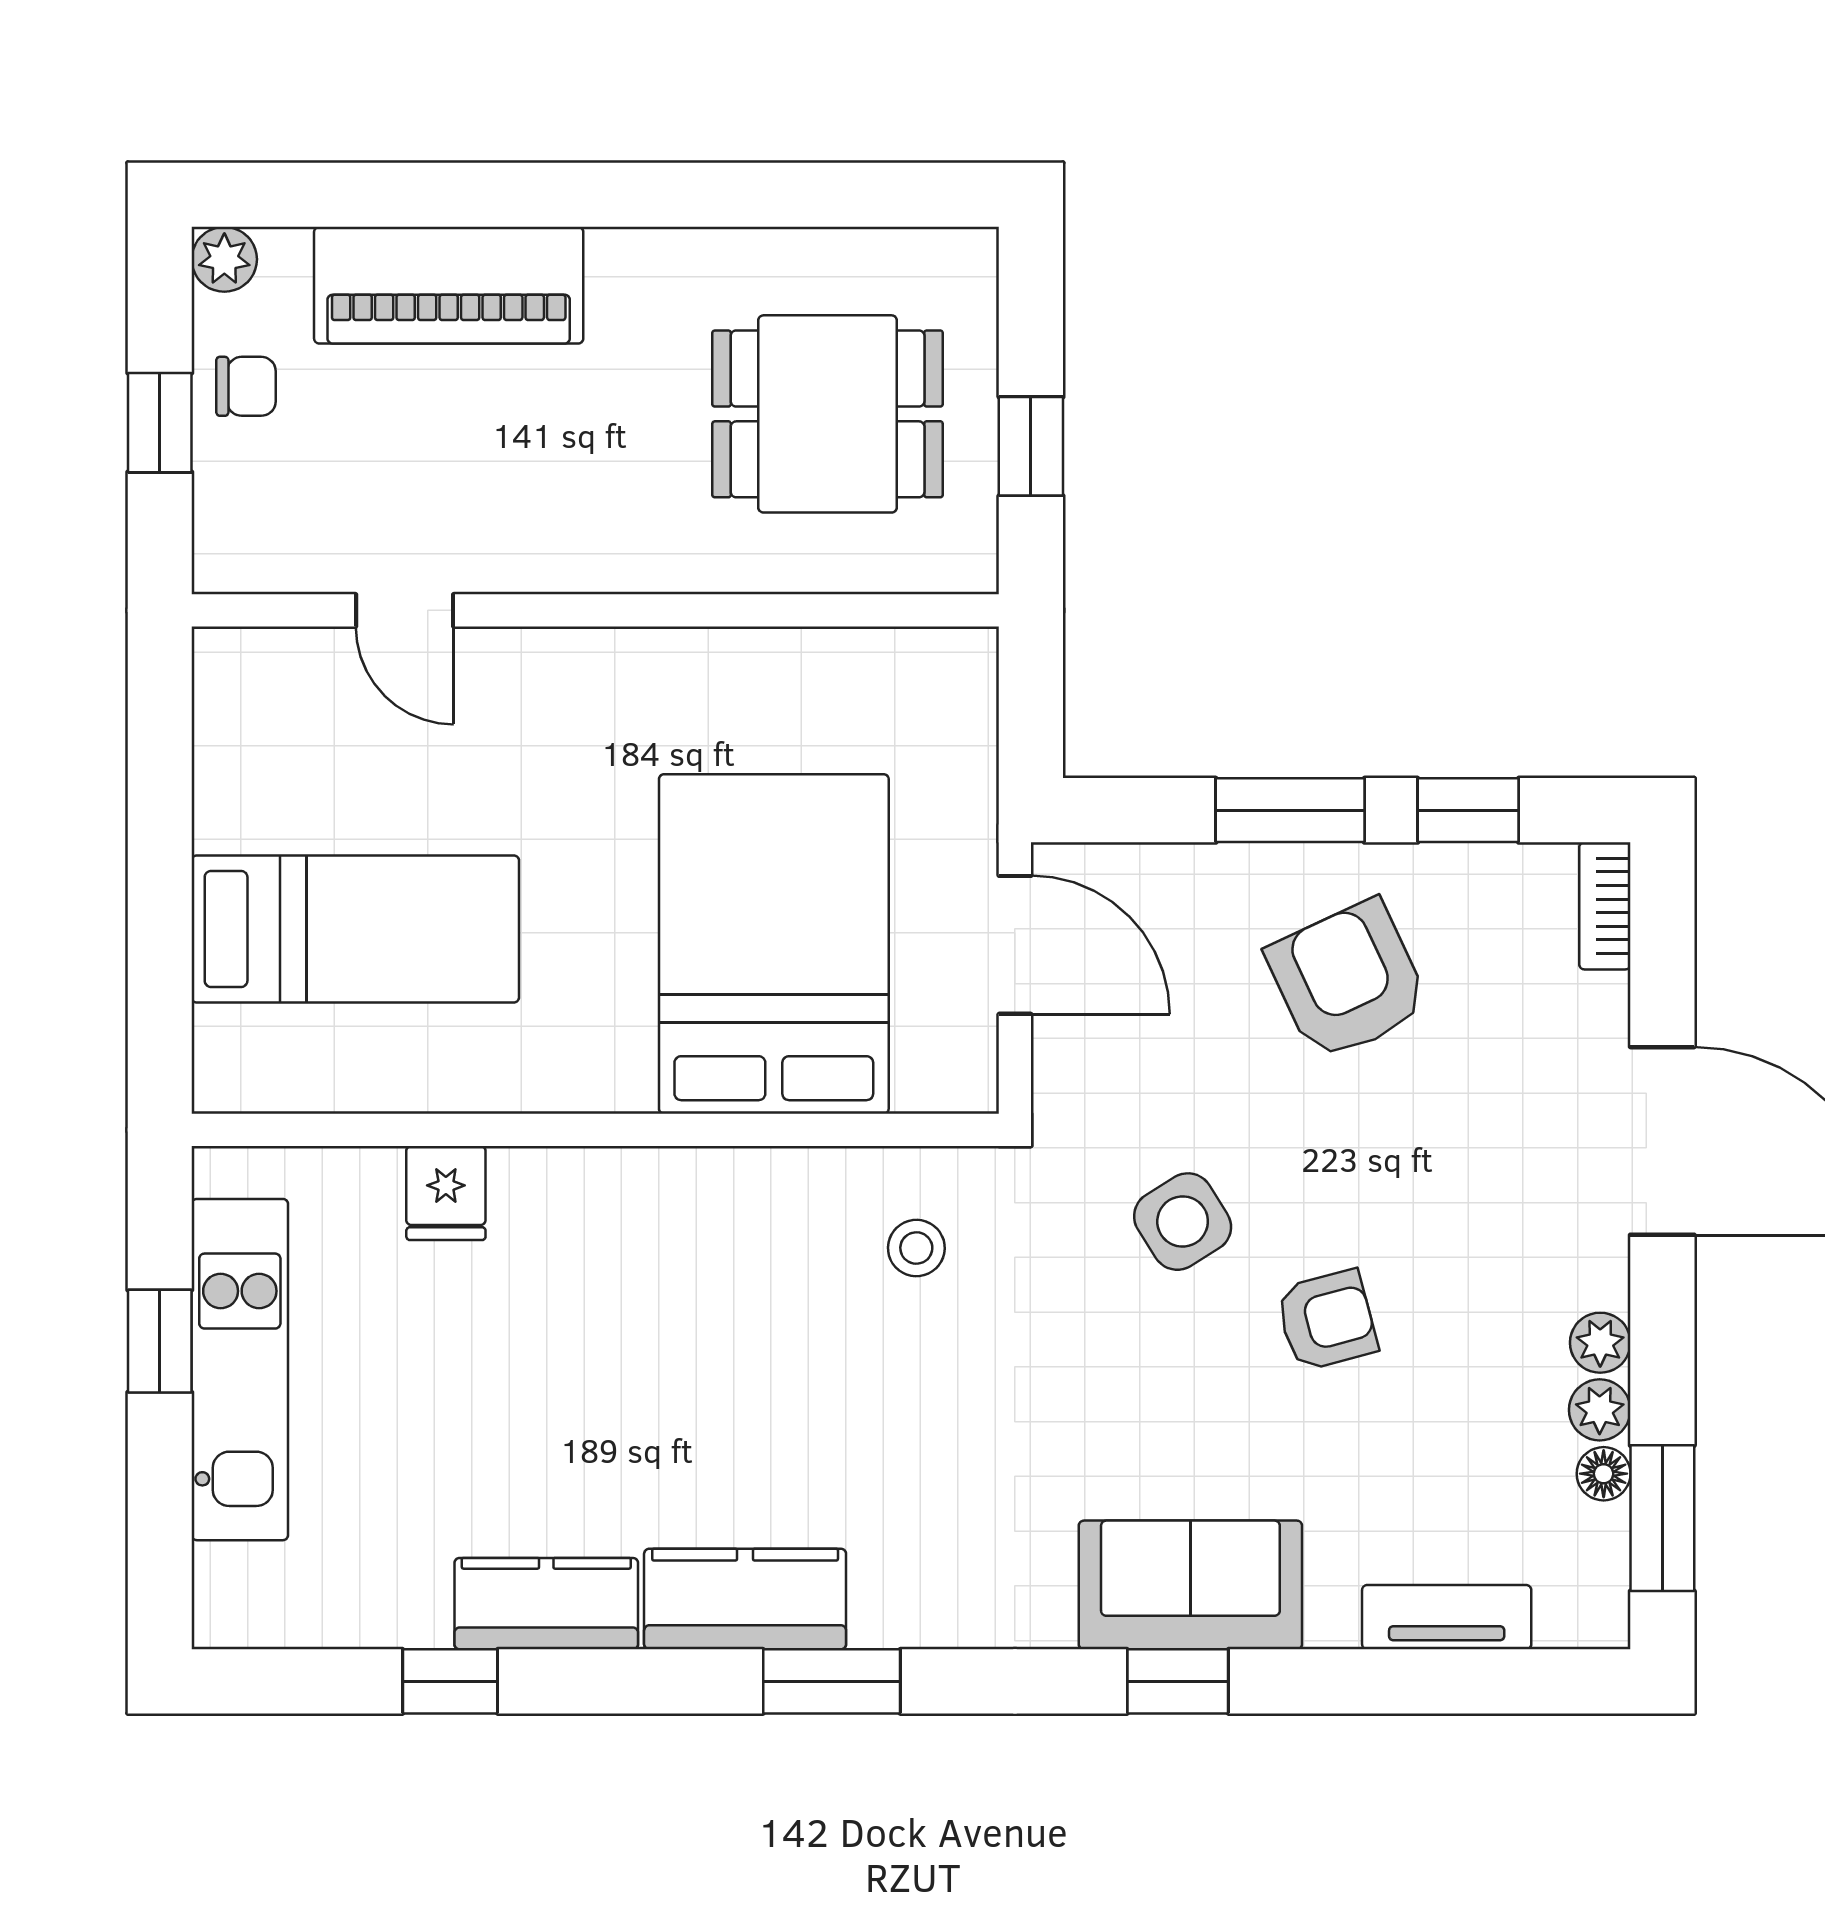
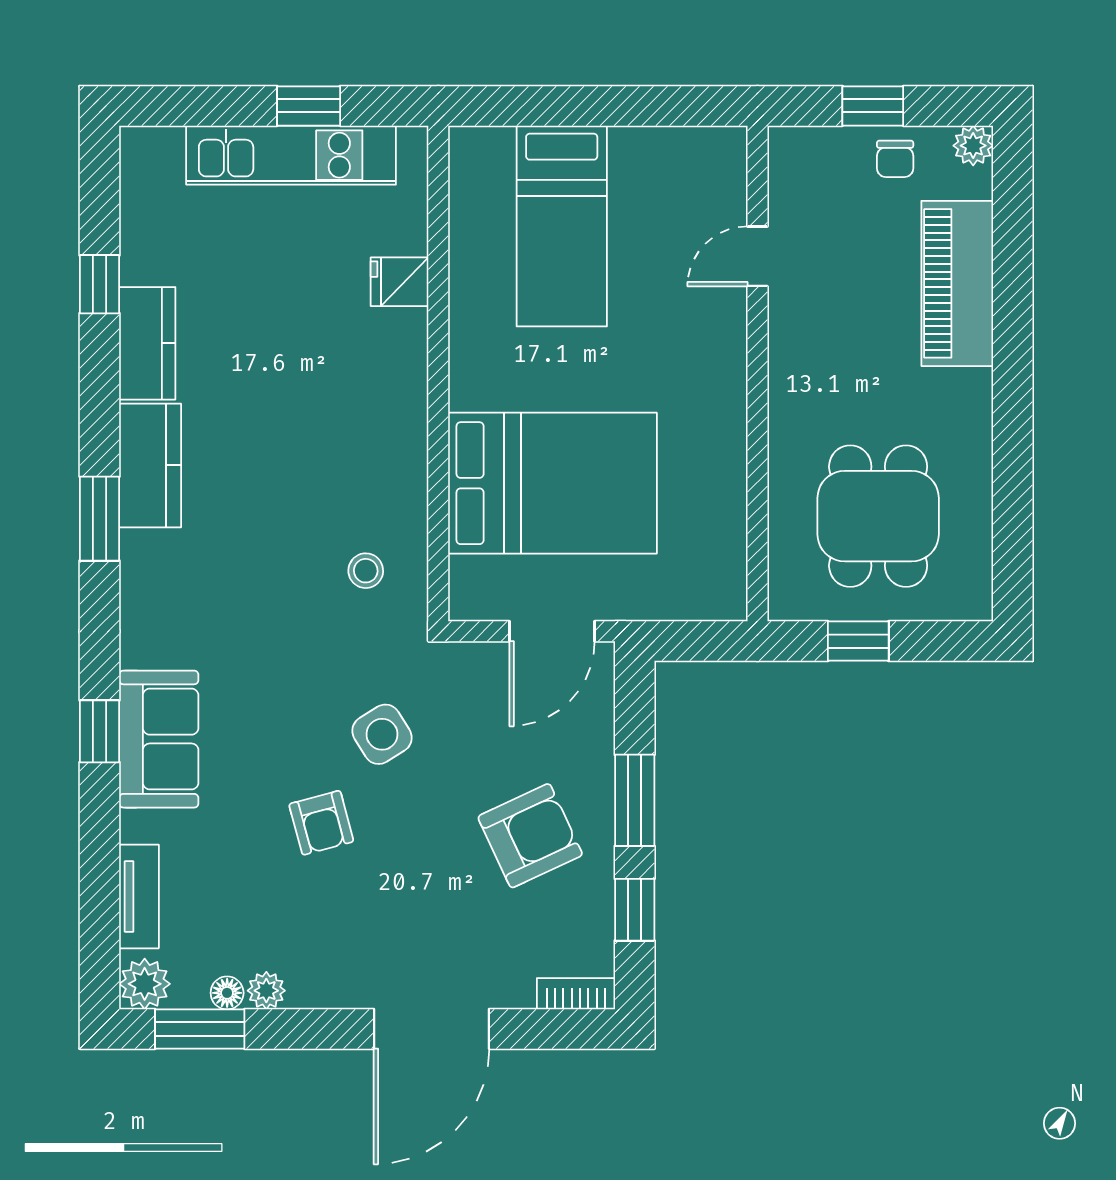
plant: (1600, 1343) -> (145, 984), moved, width x1.38, depth x1.38

